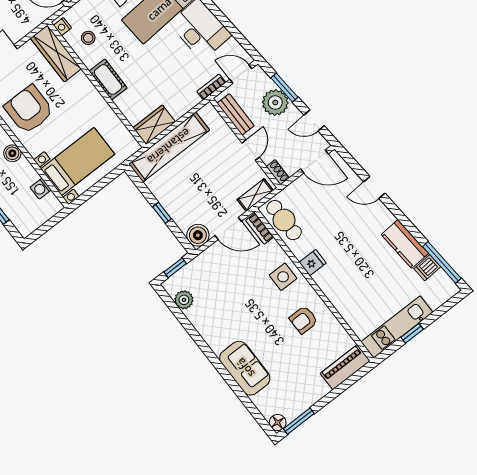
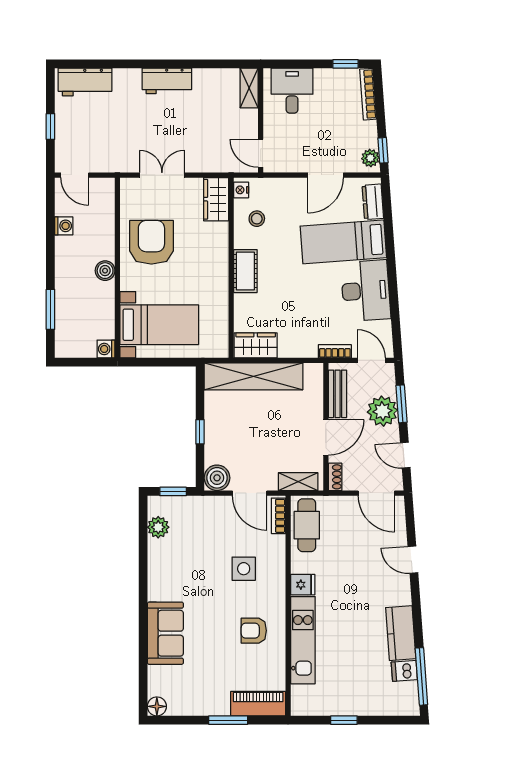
wardrobe: (56, 53) -> (216, 199), width x0.67
door: (251, 150) -> (326, 437), width x1.38
washing machine: (41, 189) -> (106, 349), moved
side table: (283, 277) -> (244, 569), moved
kitchen unit: (397, 327) -> (303, 640), moved, turned 90
window: (299, 421) -> (228, 720), moved

